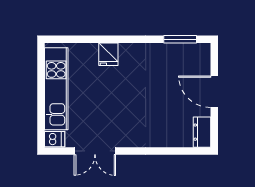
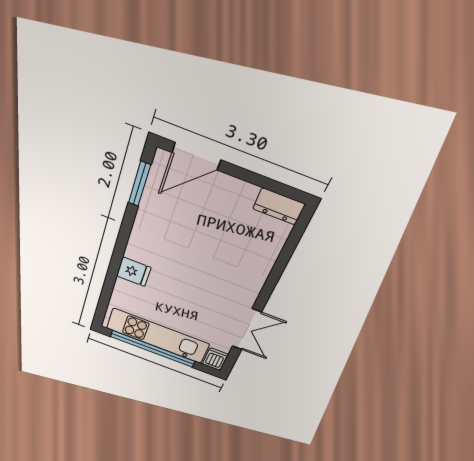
window: (41, 89) -> (153, 349), added
door: (214, 92) -> (196, 156), moved

